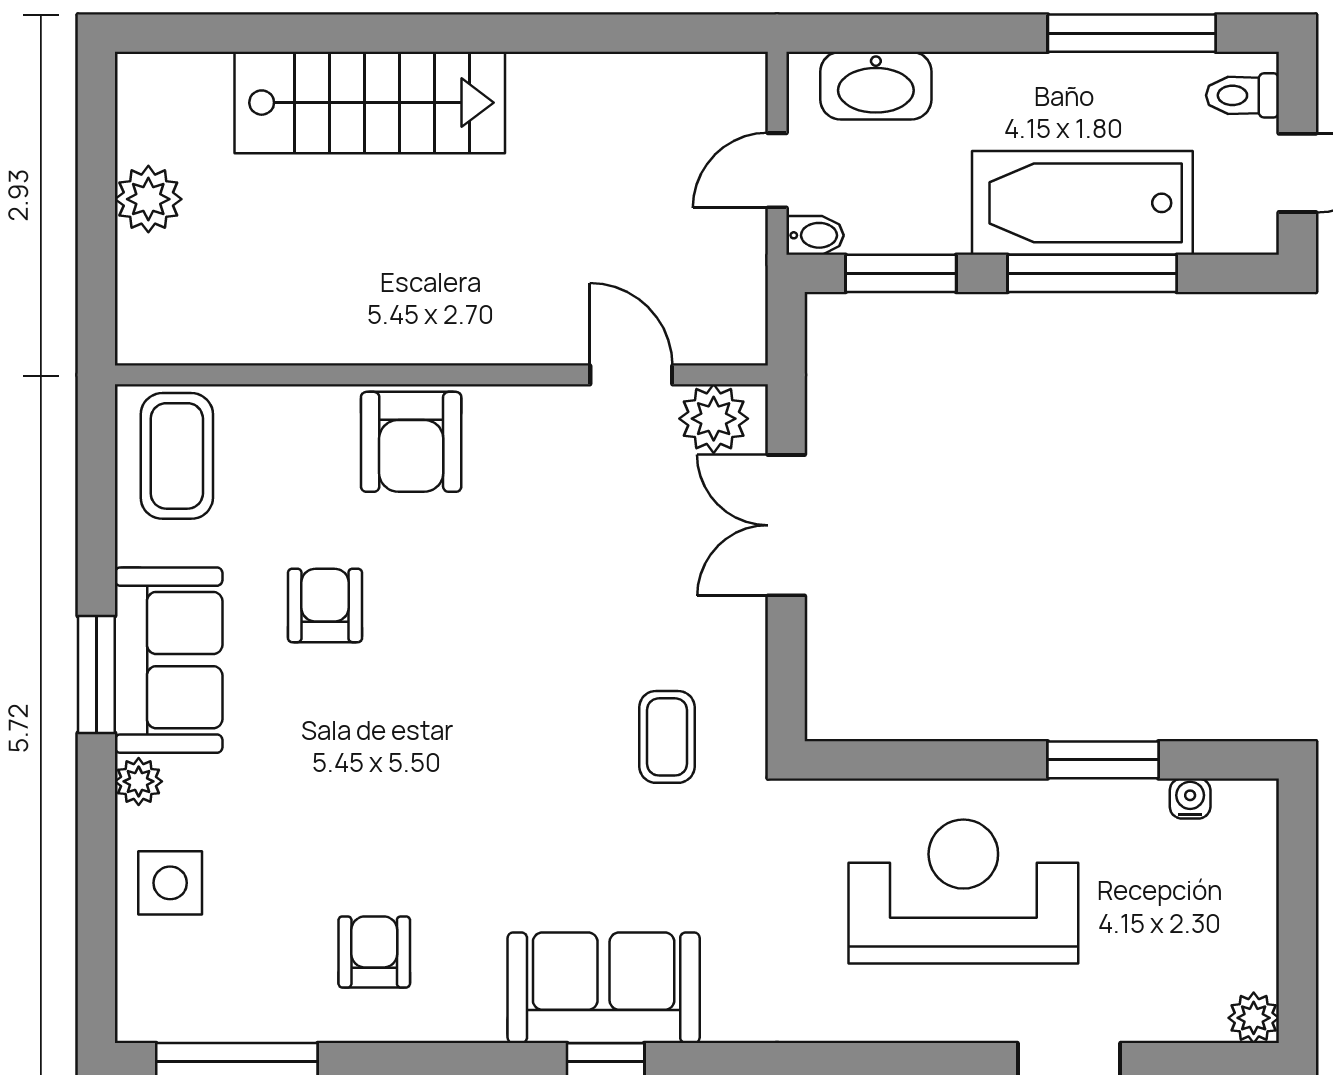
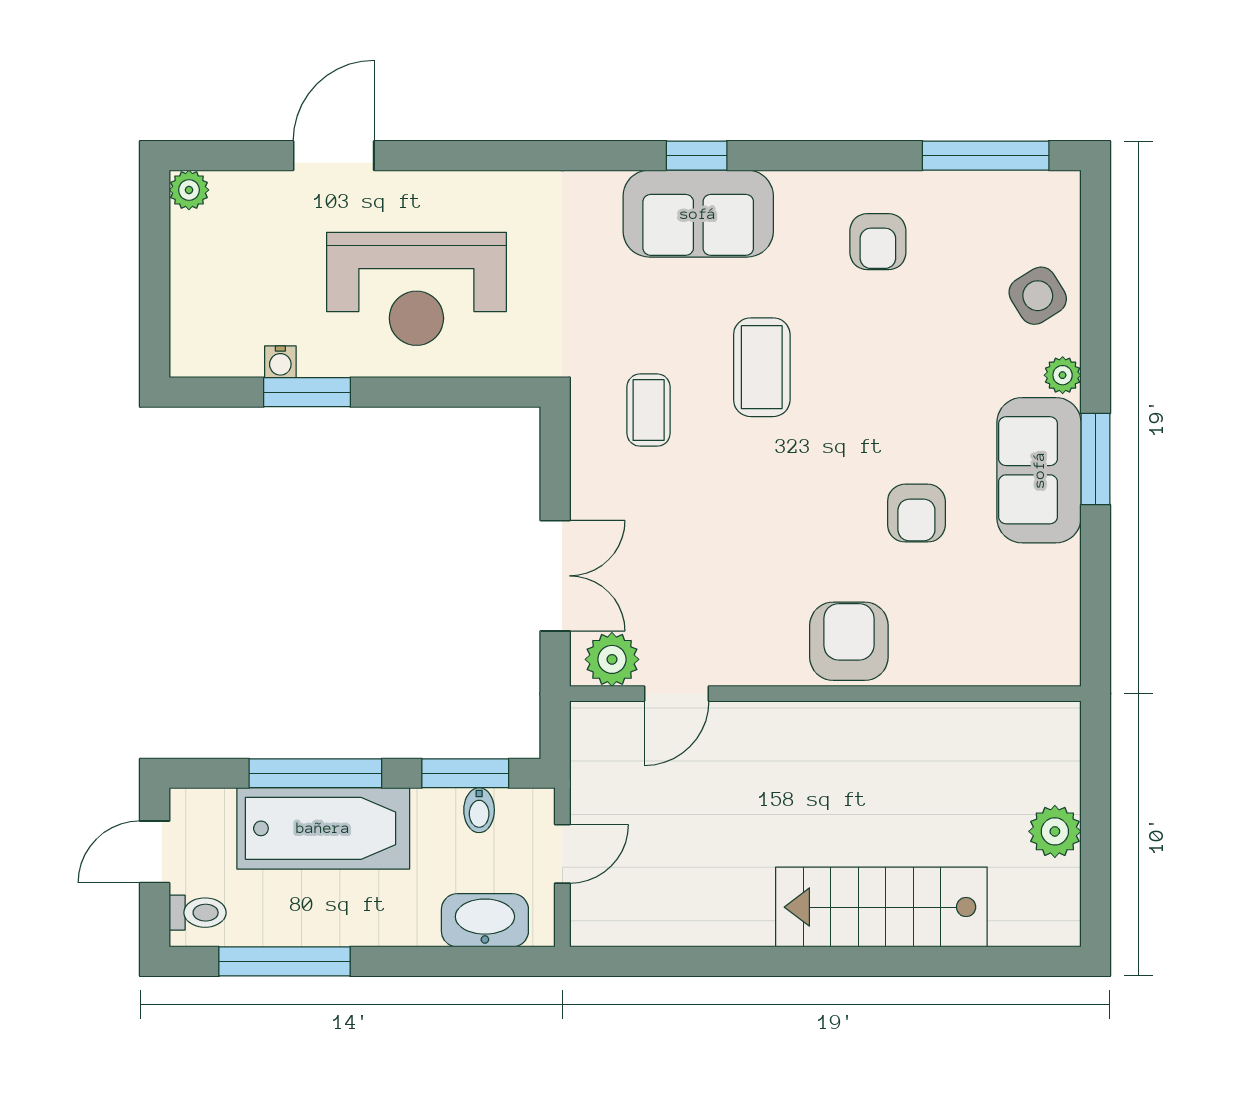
bidet: (815, 235) -> (479, 810), moved, turned -90
door: (631, 375) -> (677, 694), hinge flipped
coffee table: (177, 456) -> (762, 367), moved
water cooler: (1190, 799) -> (280, 362), moved
side table: (170, 883) -> (1038, 296), turned -32

